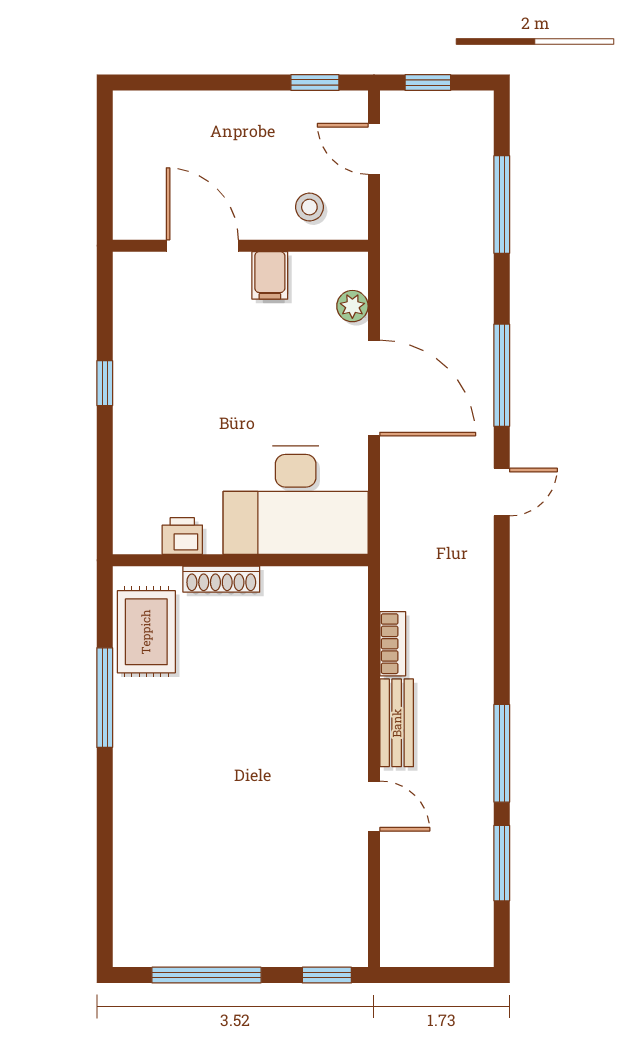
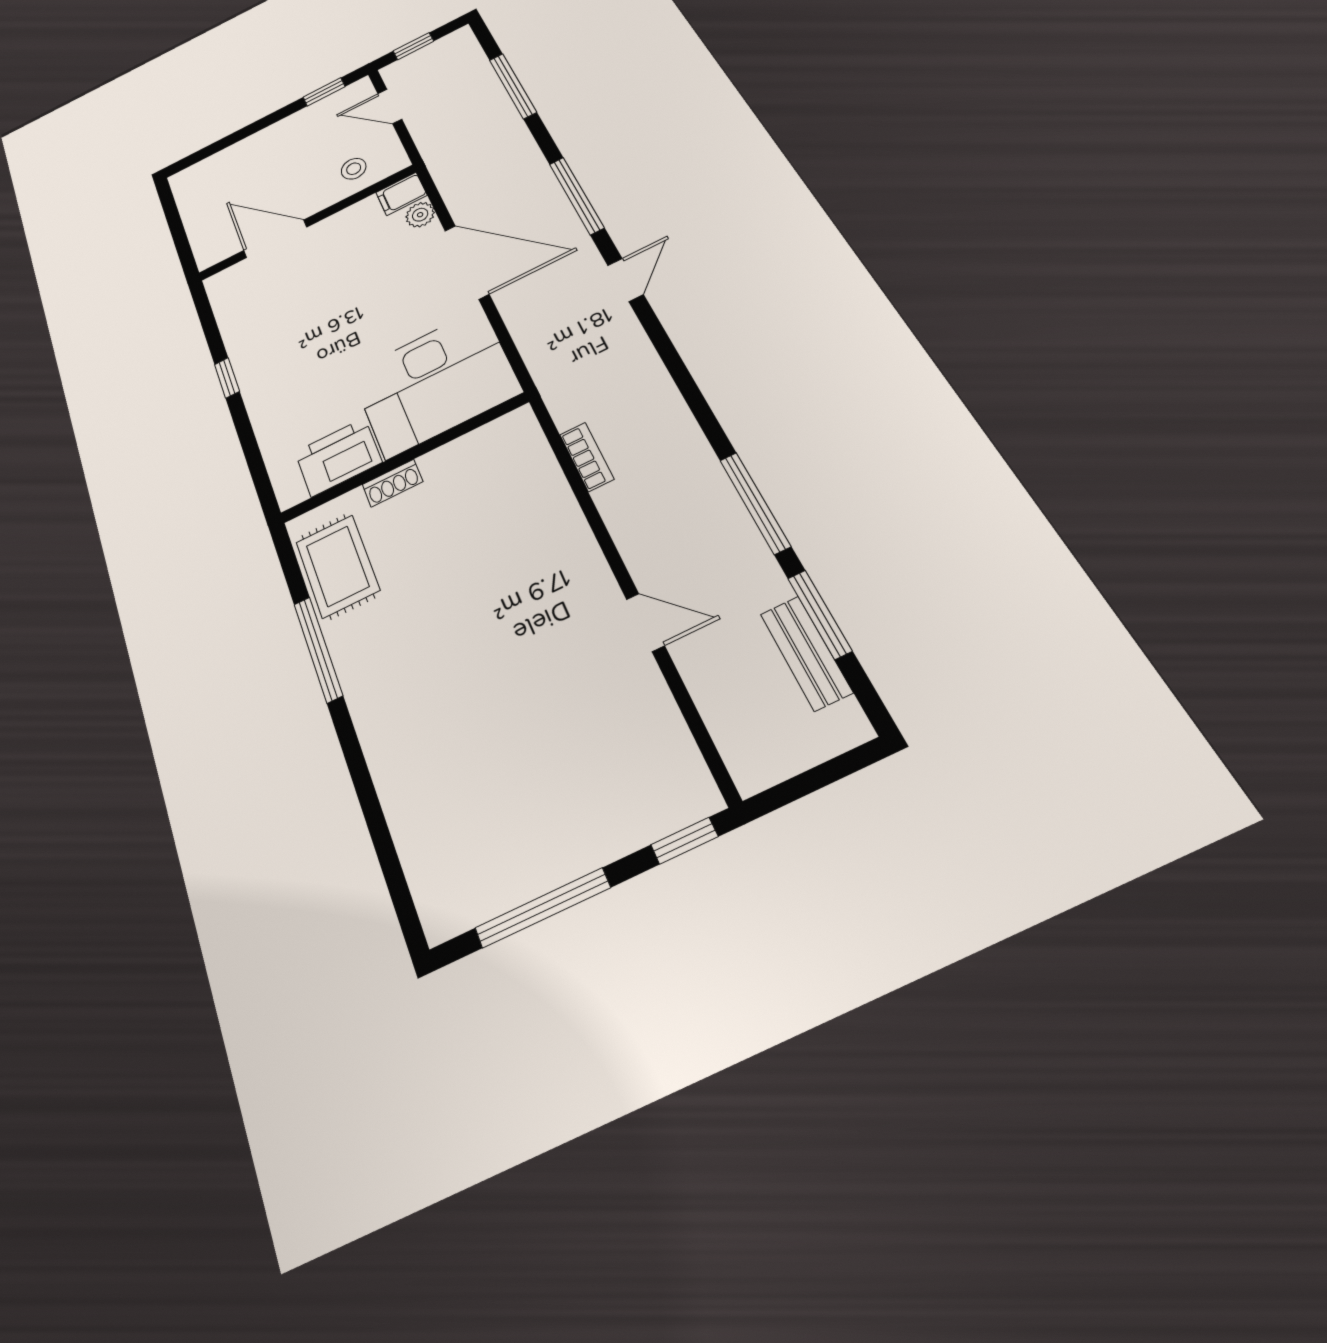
filing cabinet: (270, 275) -> (401, 194), moved, turned 90
printer: (182, 536) -> (338, 457), width x1.87, depth x1.48
shoe rack: (221, 579) -> (392, 483), width x0.70
bench: (397, 723) -> (806, 653), moved

